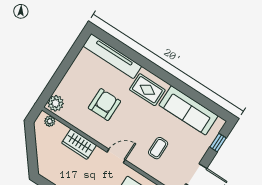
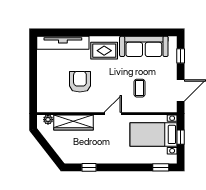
plant: (56, 103) -> (44, 104), removed
wardrobe: (79, 144) -> (73, 122), width x1.50

